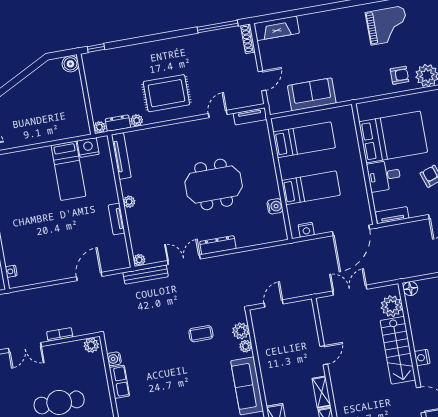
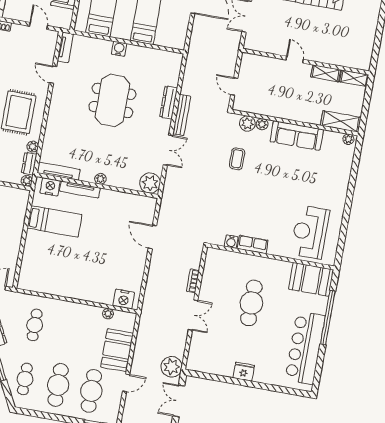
nightstand: (88, 147) -> (50, 187), moved, turned 90
water cooler: (275, 206) -> (119, 49), moved
tv unit: (117, 219) -> (80, 190), moved, width x1.41
nightstand: (306, 230) -> (181, 35), removed
dresser: (218, 245) -> (169, 103), moved
plant: (139, 260) -> (150, 183), width x1.88, depth x1.88
double door: (184, 260) -> (168, 150), swing flipped
nightstand: (11, 271) -> (124, 299), width x1.89, depth x1.79
bench: (146, 275) -> (182, 115), moved
plant: (91, 345) -> (212, 257), removed

